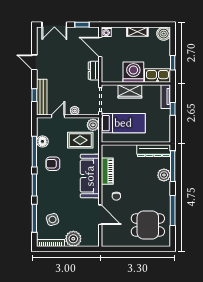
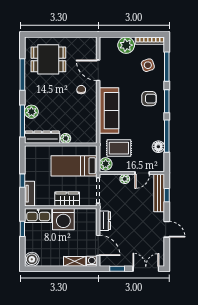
shelving: (137, 32) -> (75, 261), moved
plant: (131, 149) -> (66, 138), added
armchair: (53, 164) -> (149, 99), moved
piano: (107, 171) -> (91, 116), removed

